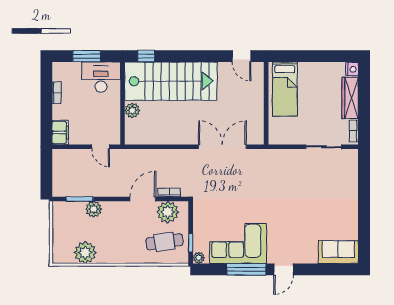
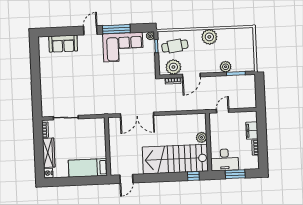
door: (241, 56) -> (126, 179), swing flipped
bed: (285, 89) -> (88, 168), moved, turned -90
filing cabinet: (60, 132) -> (252, 131), moved
door: (101, 147) -> (223, 111), hinge flipped
sofa: (338, 252) -> (63, 44), moved
plant: (85, 253) -> (209, 37), moved

